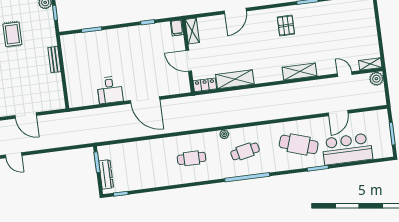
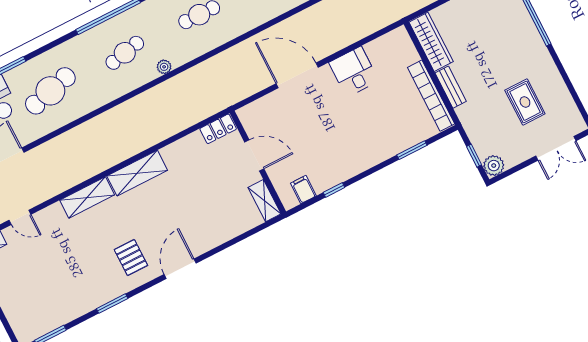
door: (235, 11) -> (180, 269), moved
filing cabinet: (177, 28) -> (303, 189), moved
bookcase: (68, 59) -> (431, 96), added
shelving: (235, 79) -> (137, 173), moved
wardrobe: (56, 91) -> (431, 42), added
cafe table: (299, 144) -> (50, 91), turned -33

